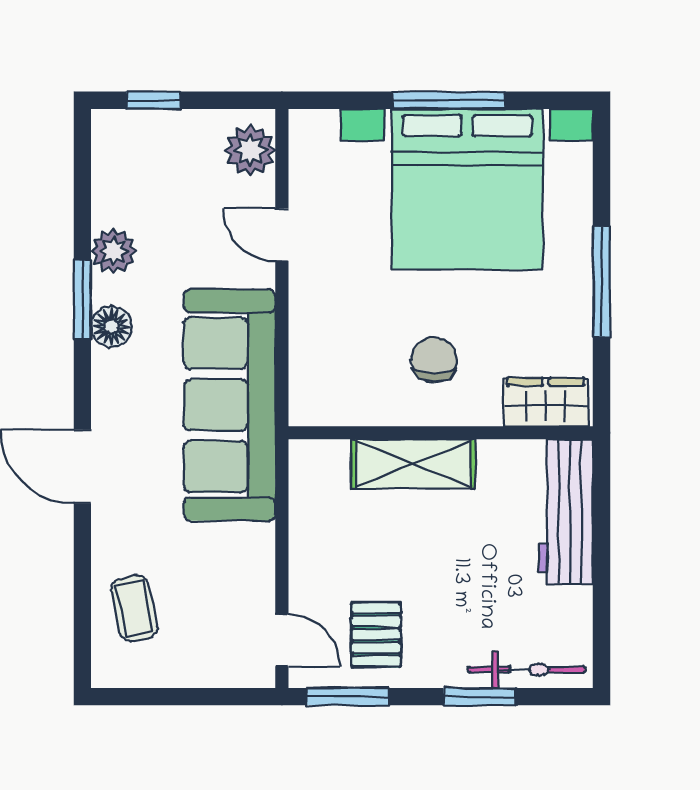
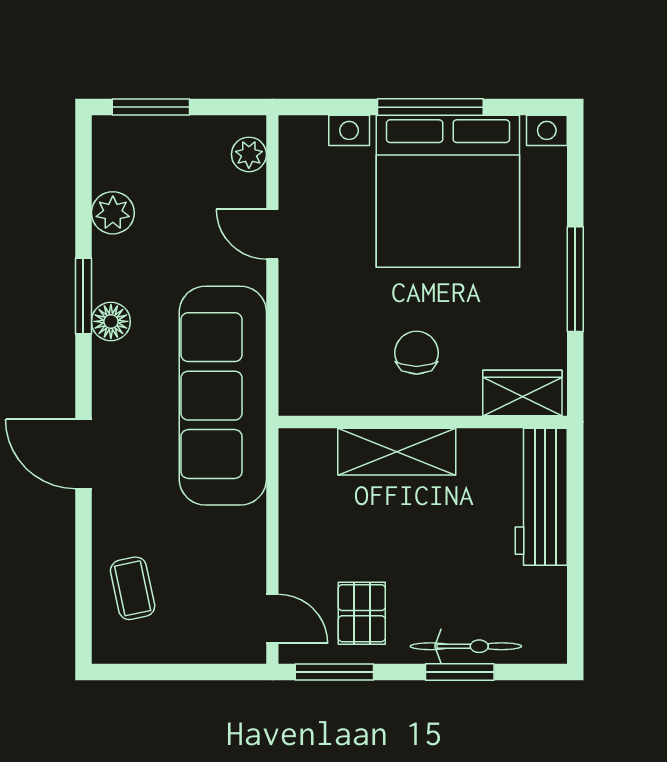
window: (154, 100) -> (151, 107), width x1.50
plant: (250, 150) -> (249, 154), width x0.73, depth x0.73
plant: (113, 251) -> (113, 213), moved
bicycle: (527, 670) -> (466, 646), moved

